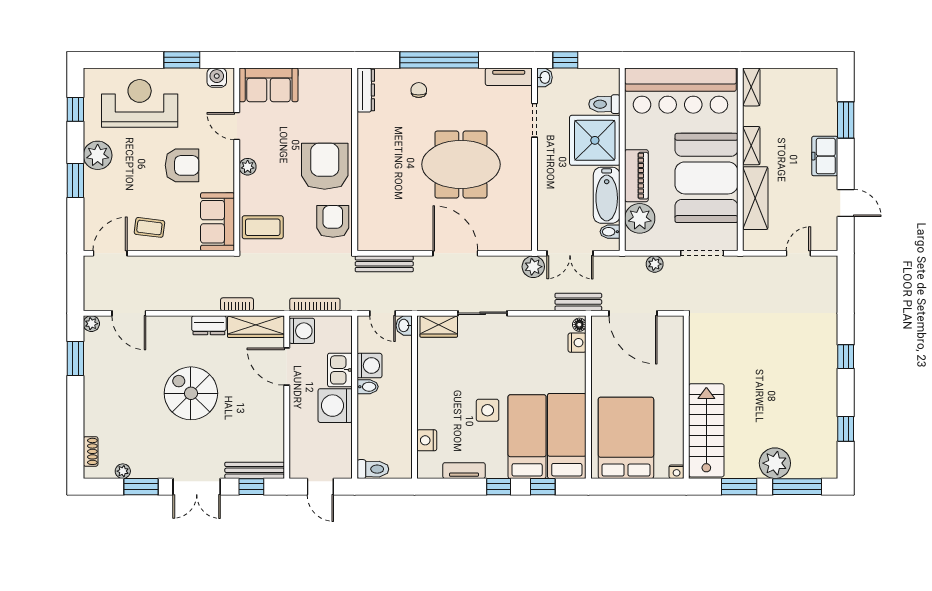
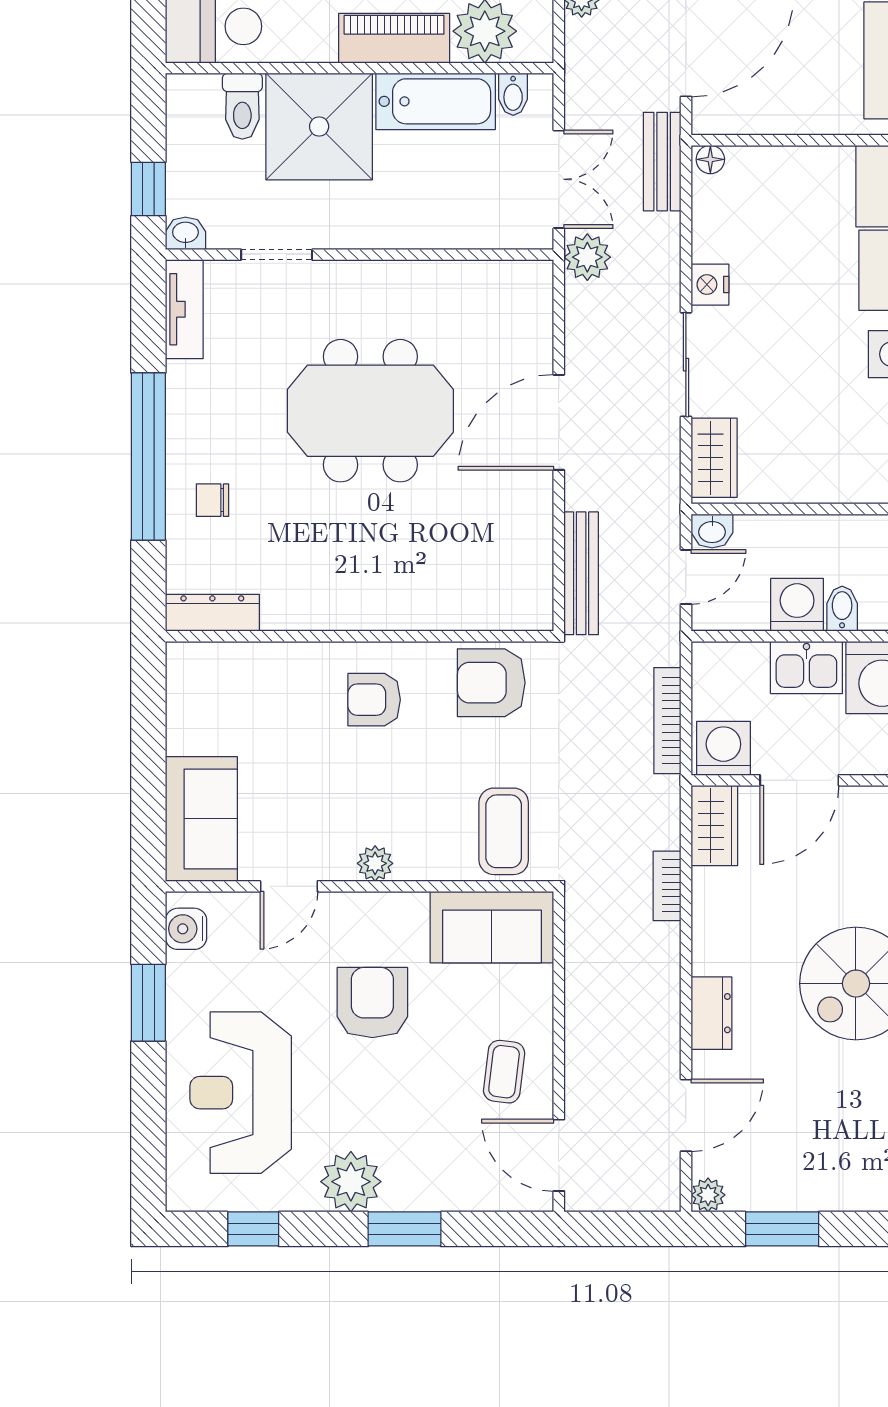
meeting table: (461, 164) -> (370, 411), turned 90
armchair: (325, 166) -> (374, 700), width x0.53, depth x0.53
dresser: (209, 325) -> (711, 1013), moved
wardrobe: (256, 327) -> (714, 826), width x0.67
nightstand: (577, 343) -> (710, 285), moved, turned -90

